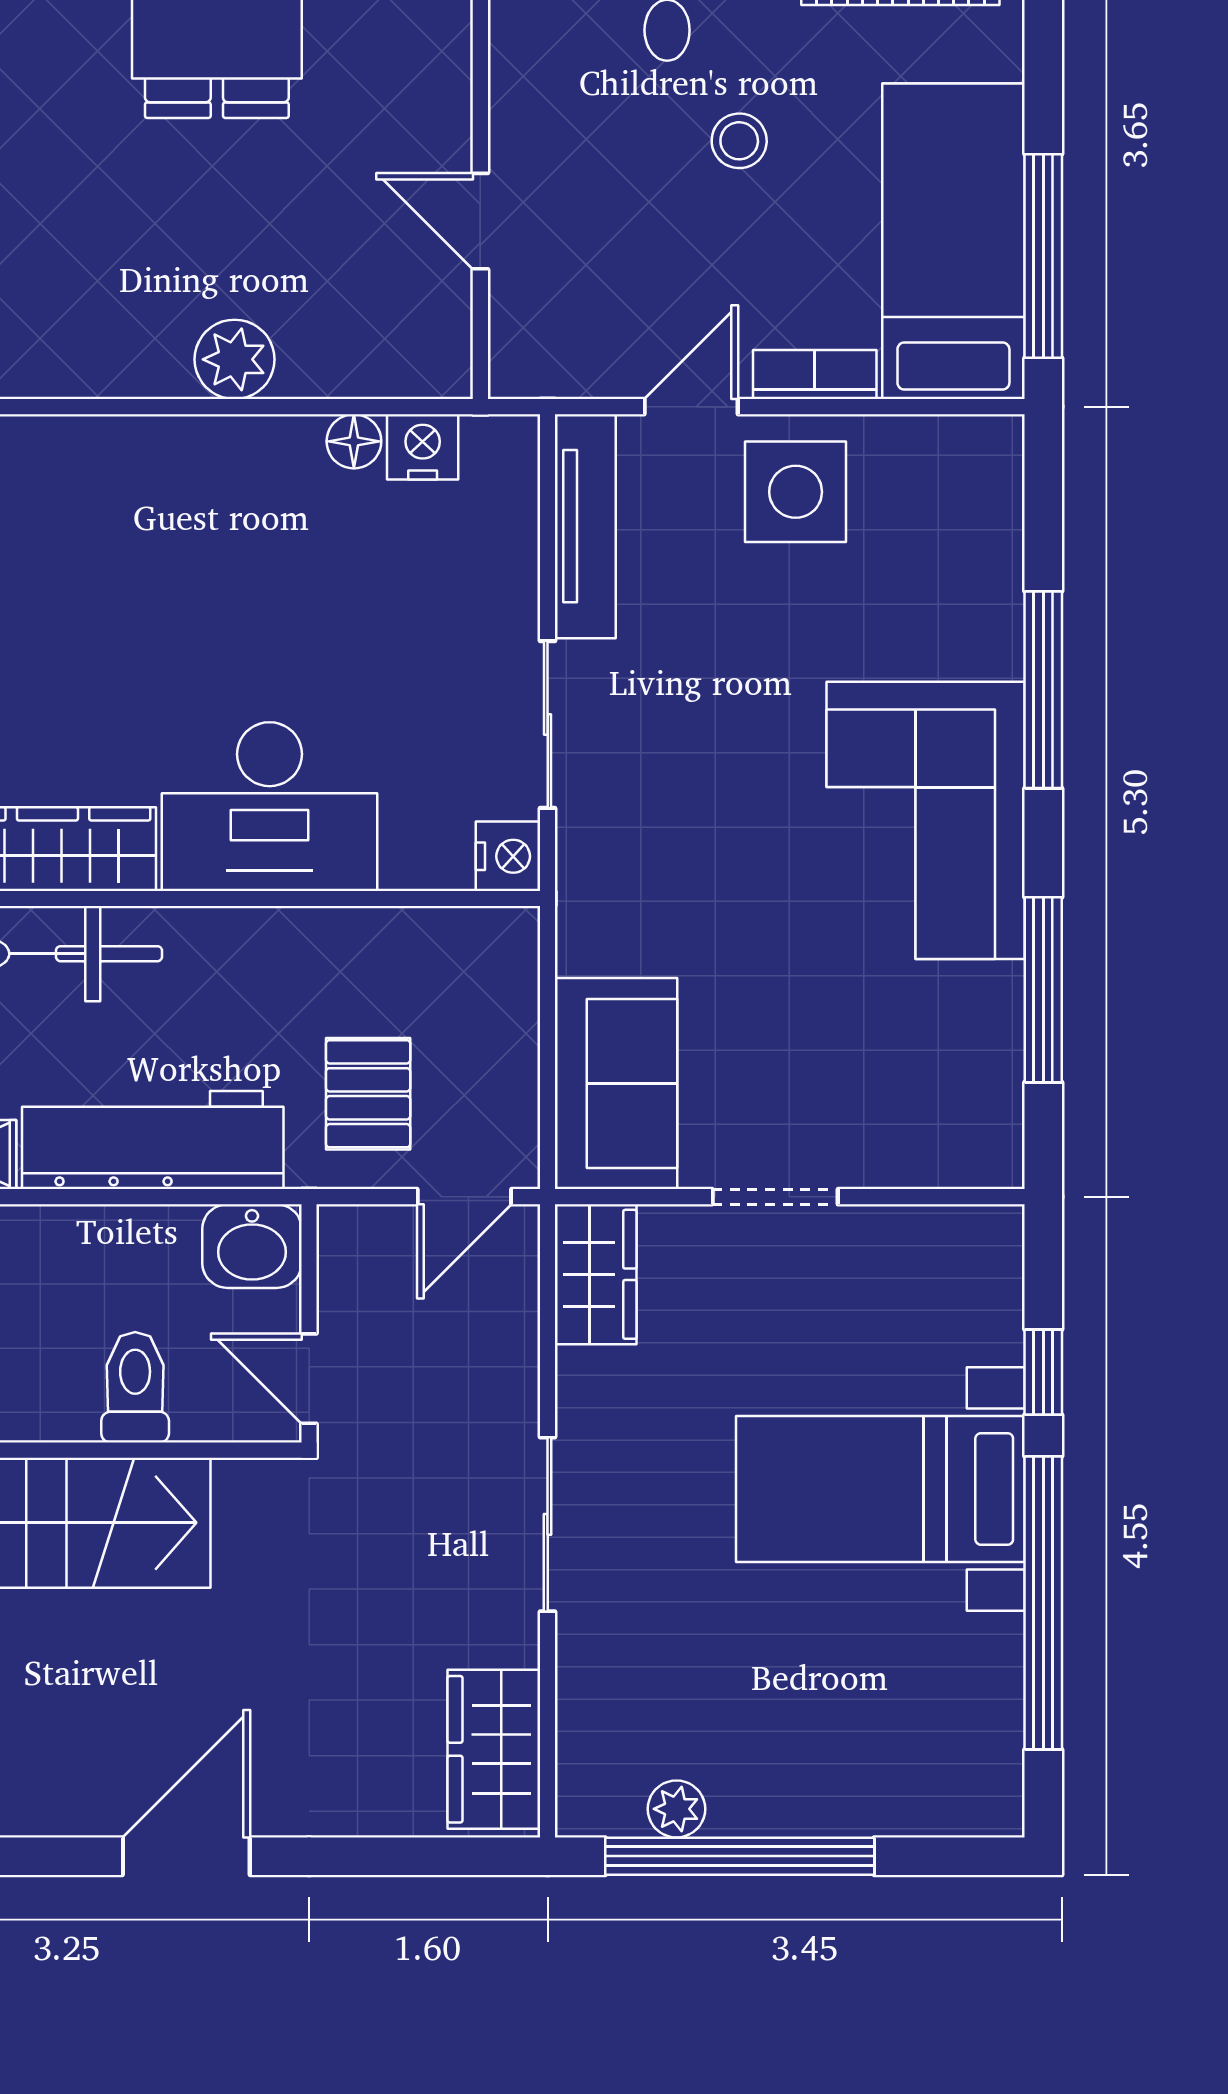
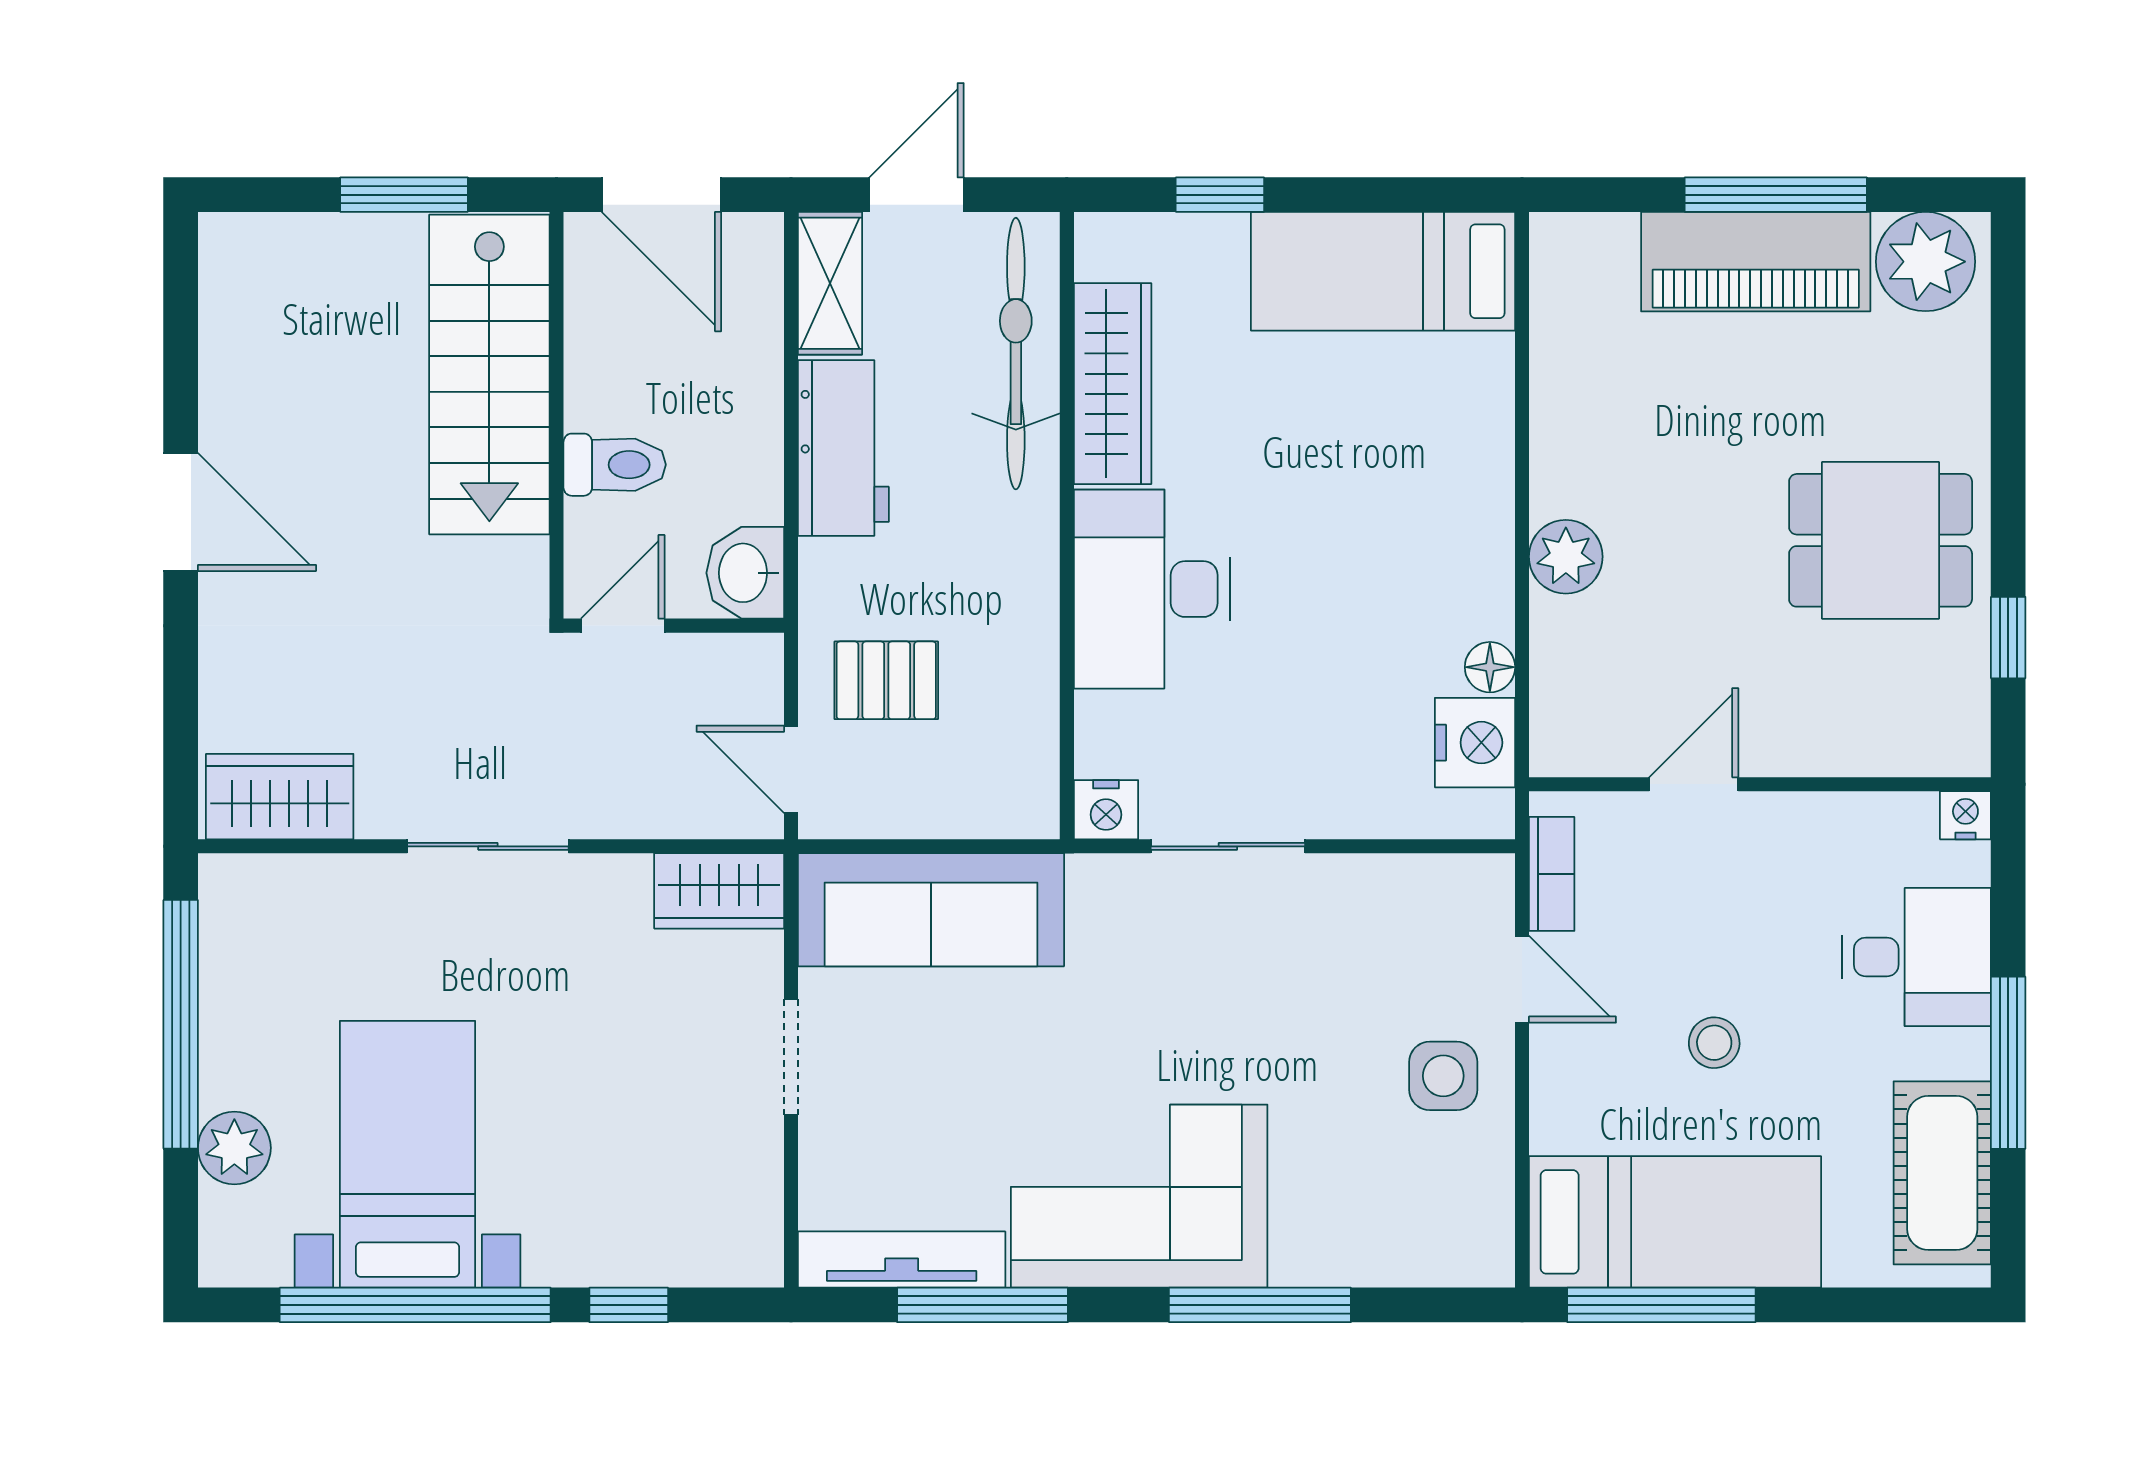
stool: (739, 141) -> (1714, 1043), moved
bookcase: (815, 375) -> (1552, 874), moved
nightstand: (423, 447) -> (1475, 743), width x1.36, depth x1.33
side table: (796, 492) -> (1443, 1076), width x0.73, depth x0.73
tv unit: (585, 526) -> (902, 1260), moved, turned 180
sofa: (616, 1084) -> (931, 910), width x1.36
workbench: (153, 1140) -> (843, 448), width x0.73
bed with nightstands: (880, 1489) -> (407, 1154), moved
plant: (676, 1809) -> (234, 1148), moved, width x1.38, depth x1.38

